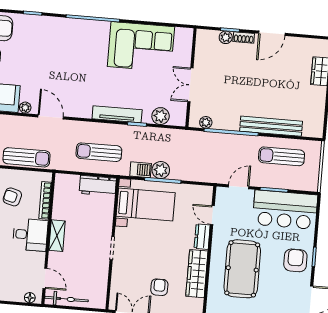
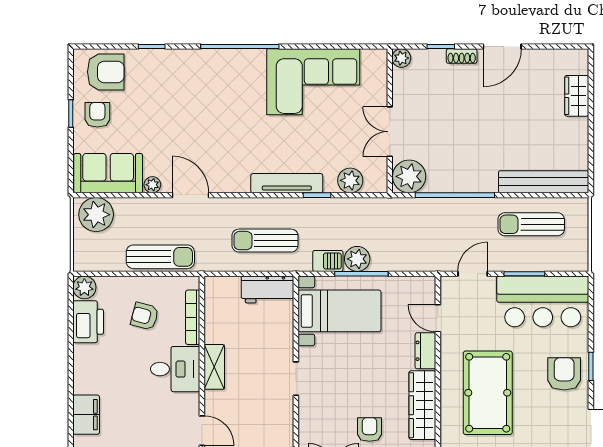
plant: (226, 37) -> (401, 58), moved
plant: (206, 122) -> (409, 176), width x1.88, depth x1.88
bench: (271, 126) -> (544, 182), moved

